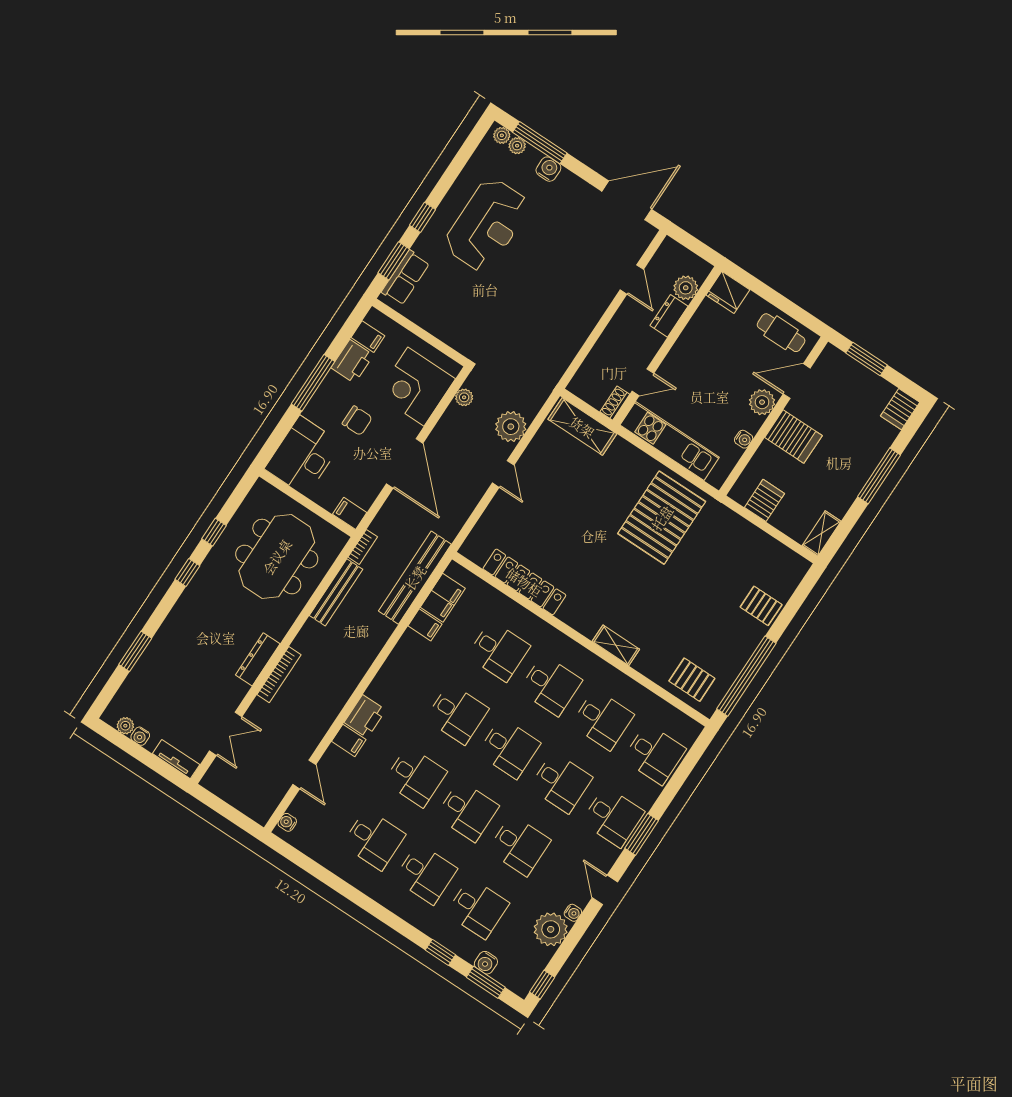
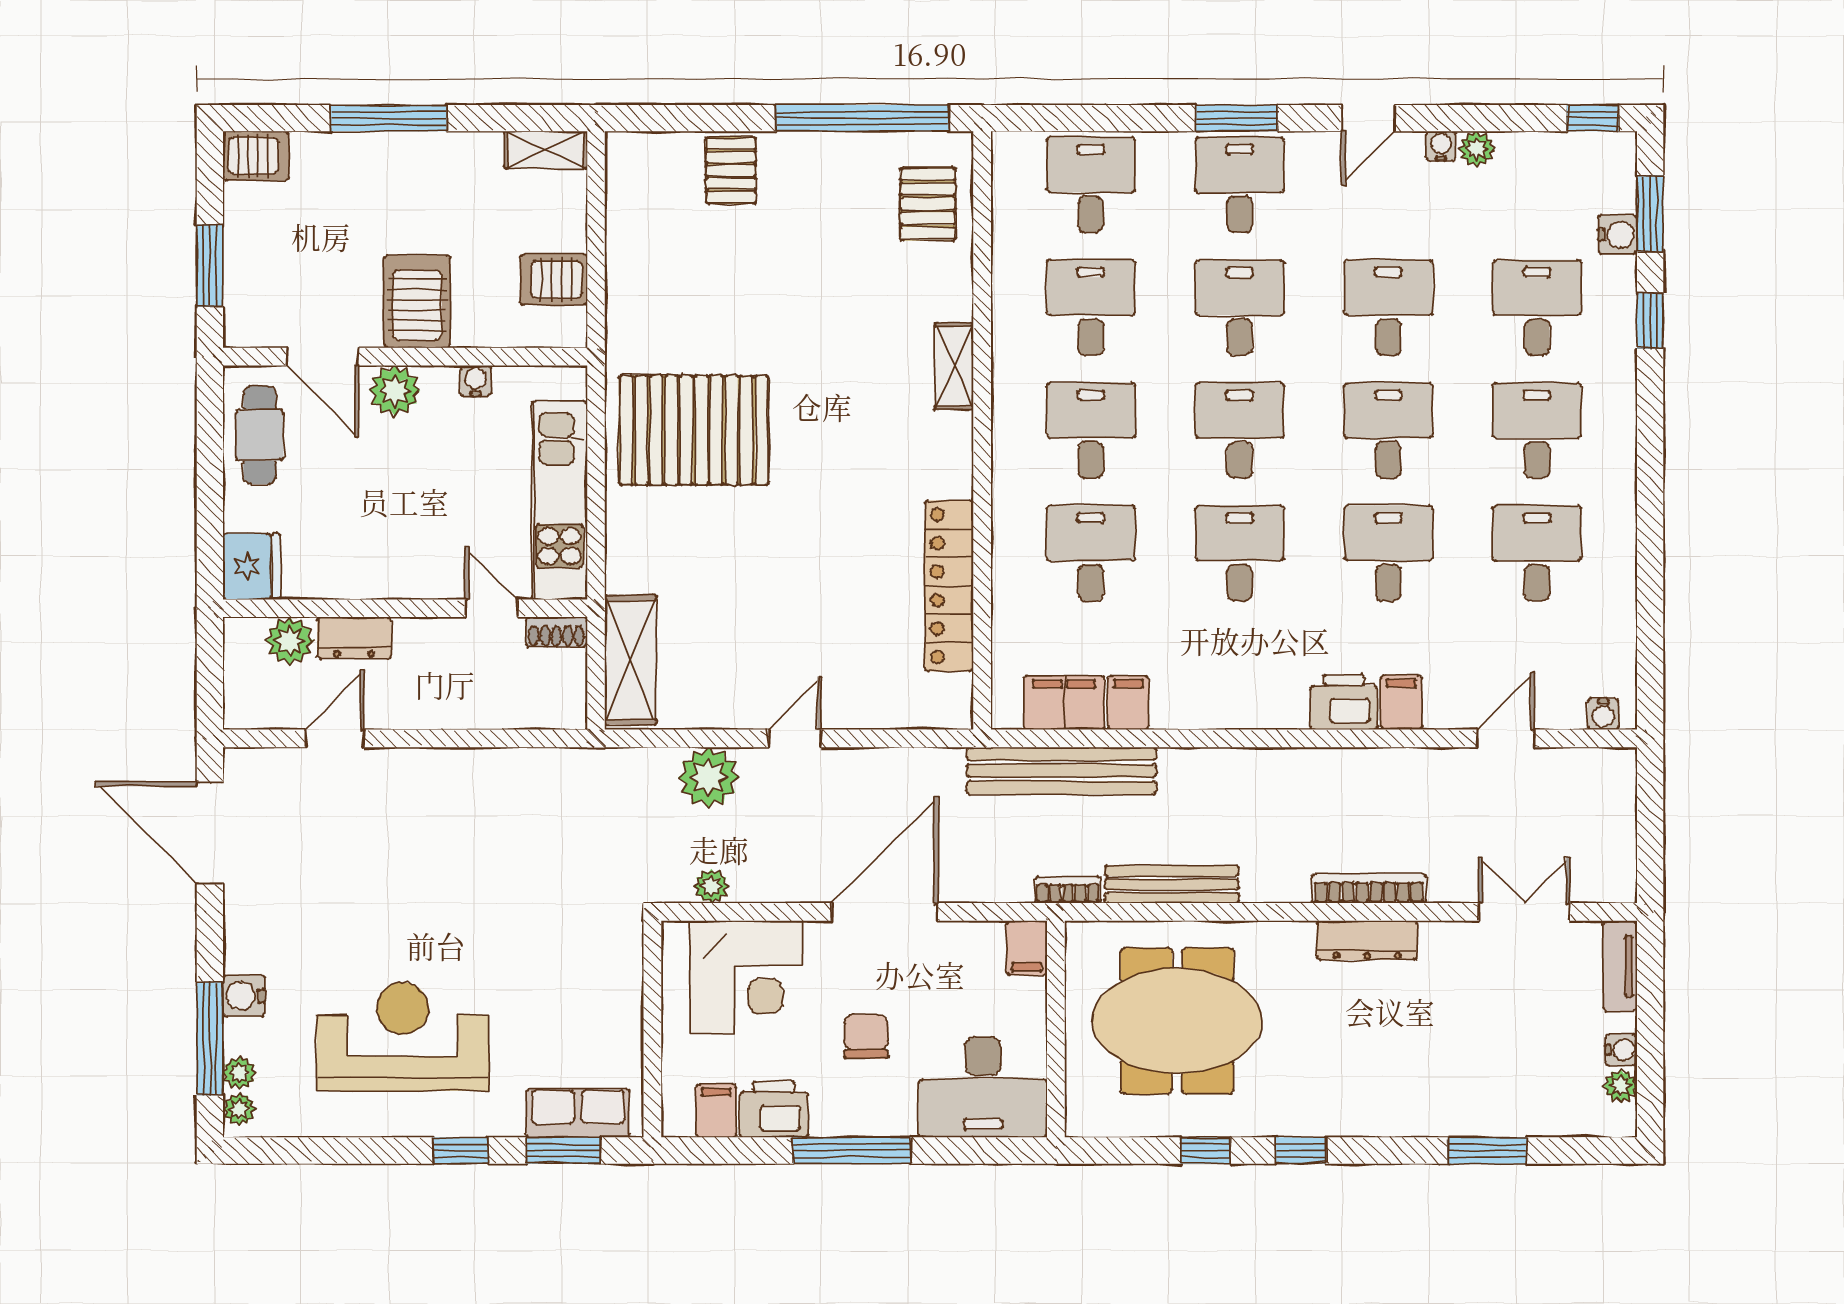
plant: (551, 929) -> (1477, 149), width x0.53, depth x0.53

